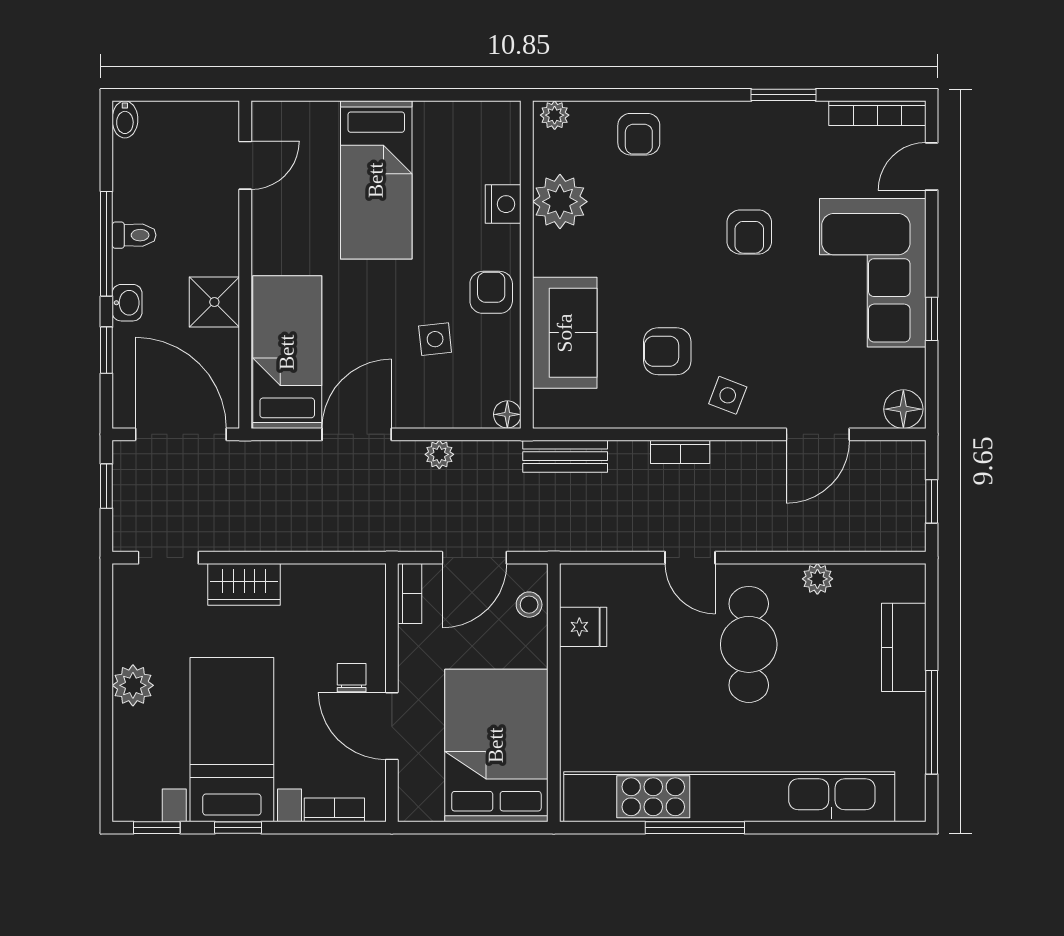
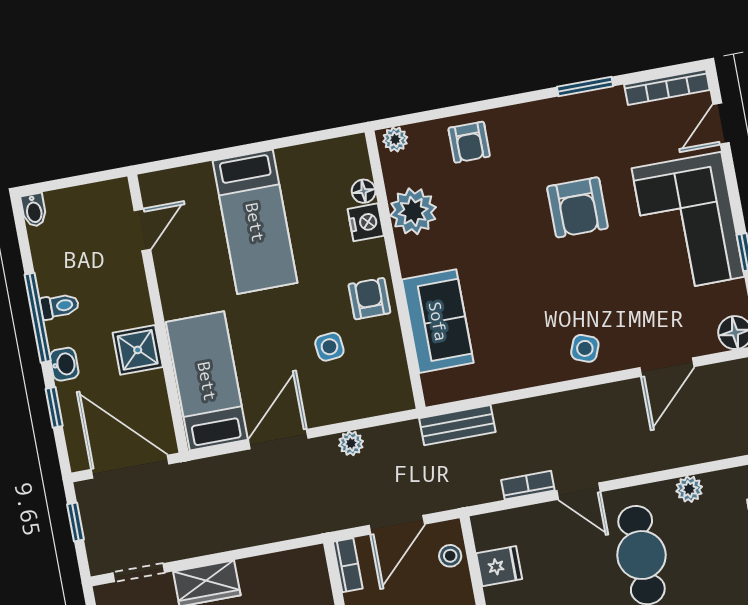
armchair: (749, 232) -> (578, 207), width x1.38, depth x1.38
armchair: (667, 351) -> (527, 321), removed
floor lamp: (507, 414) -> (364, 191), moved
bookcase: (680, 452) -> (528, 485), moved, turned 180

